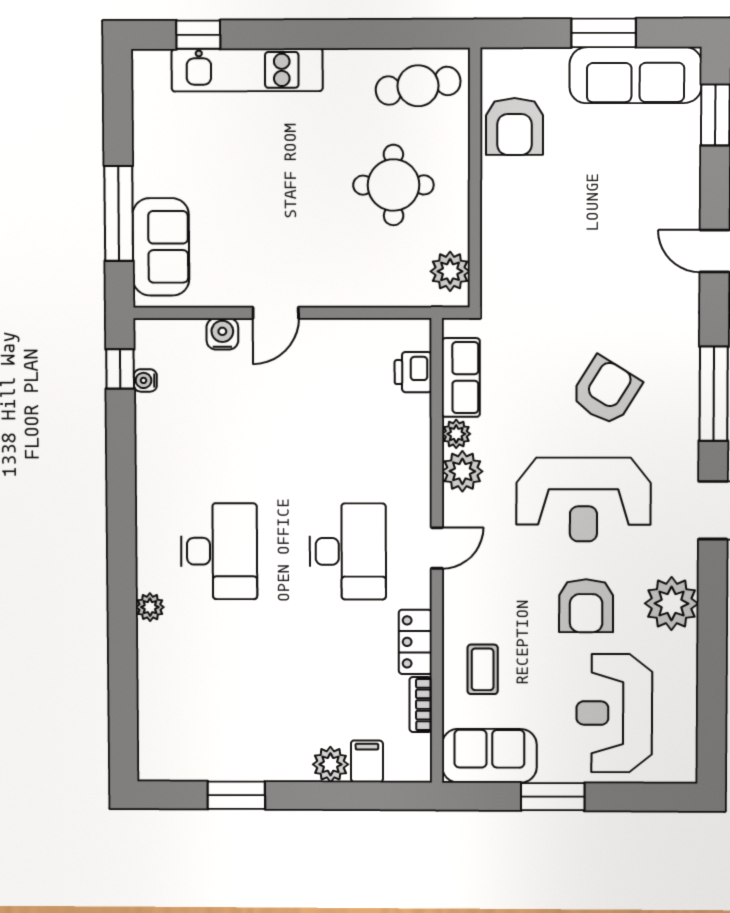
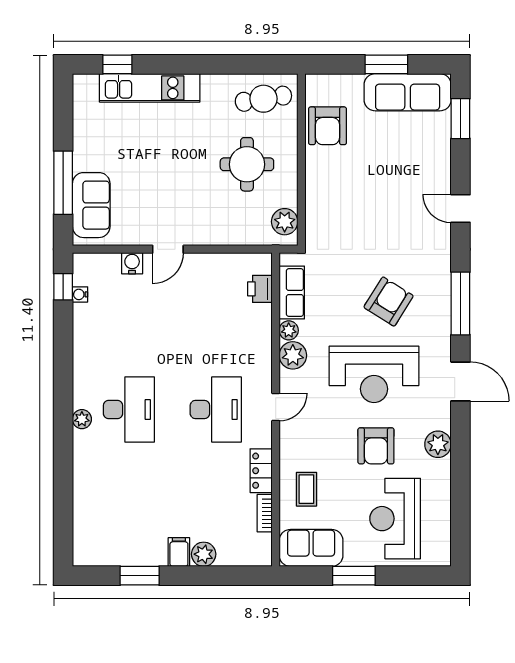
plant: (671, 604) -> (438, 444), width x0.73, depth x0.73
plant: (150, 607) -> (82, 419), moved
filing cabinet: (367, 761) -> (179, 552), moved

